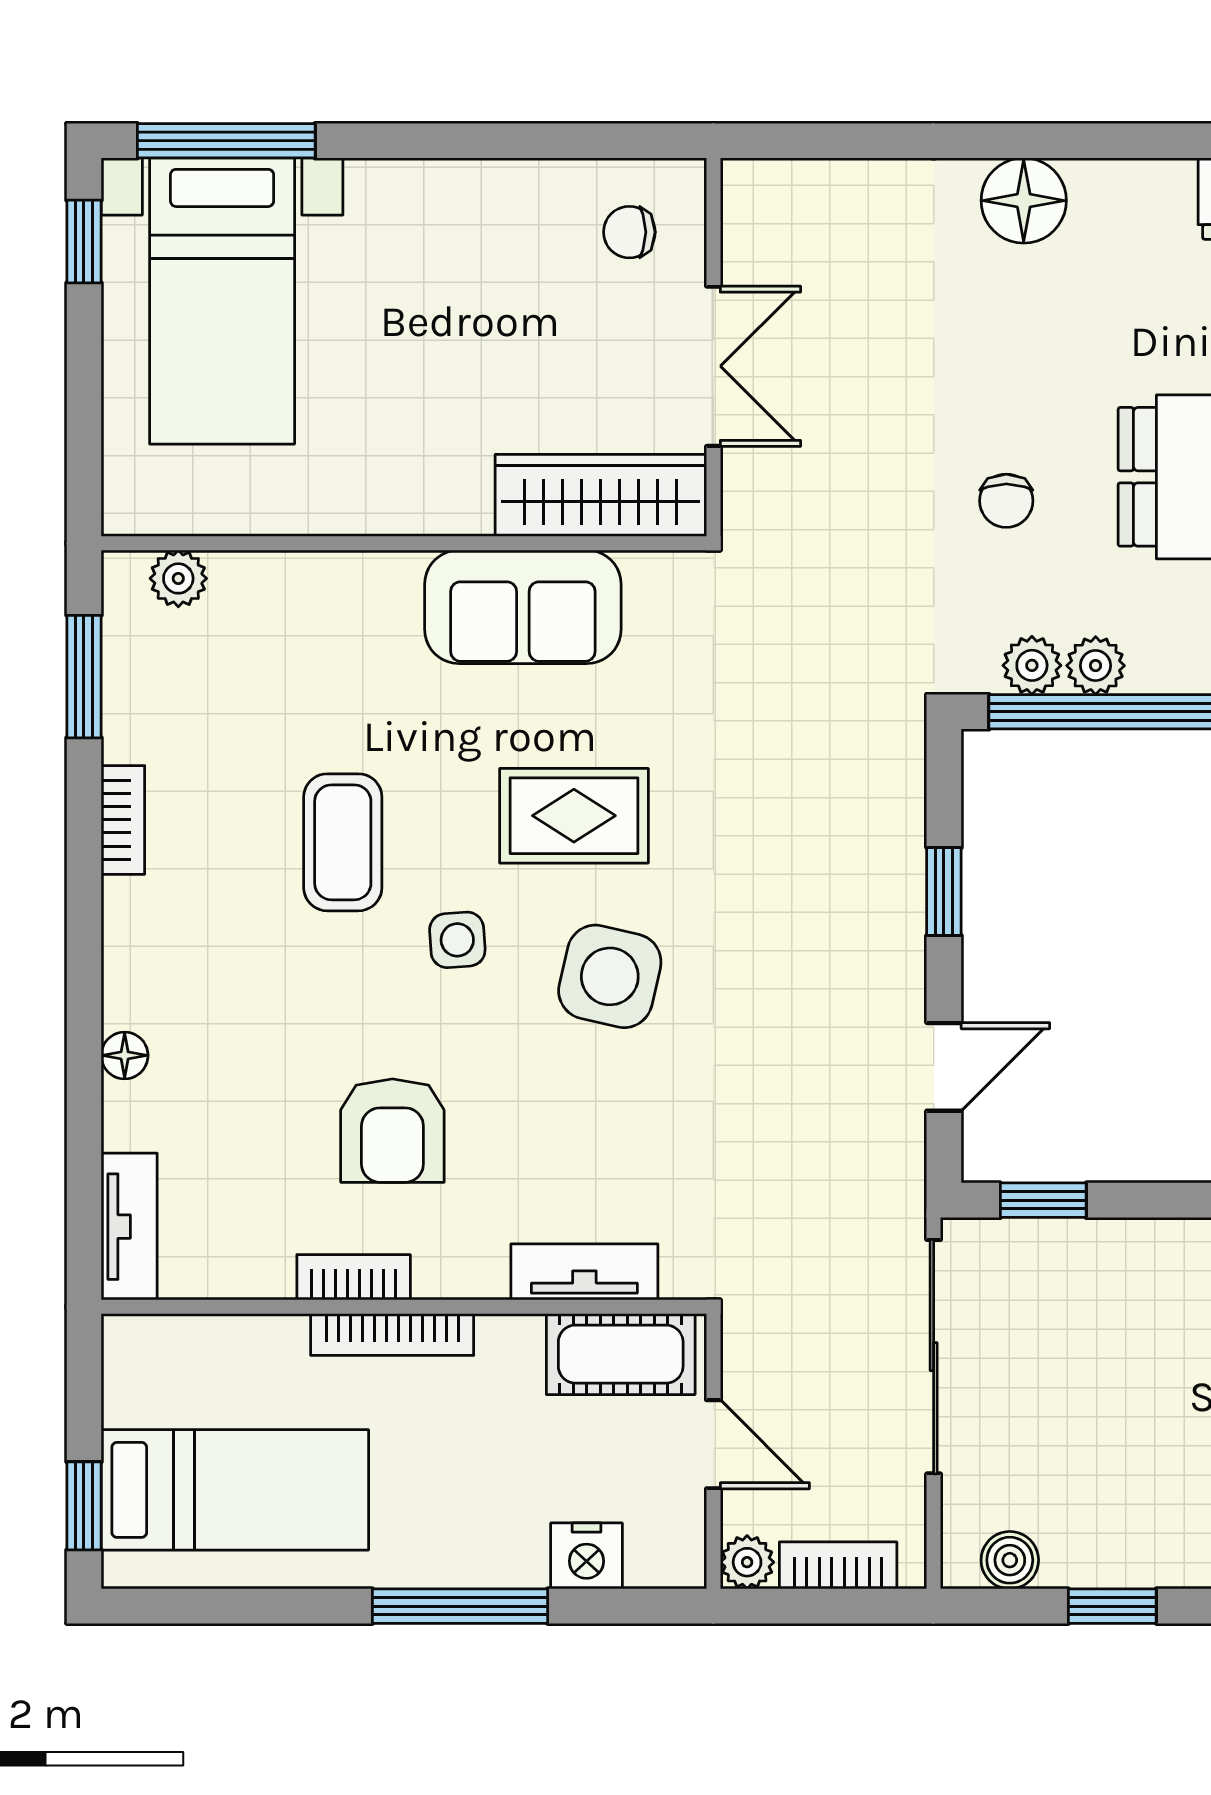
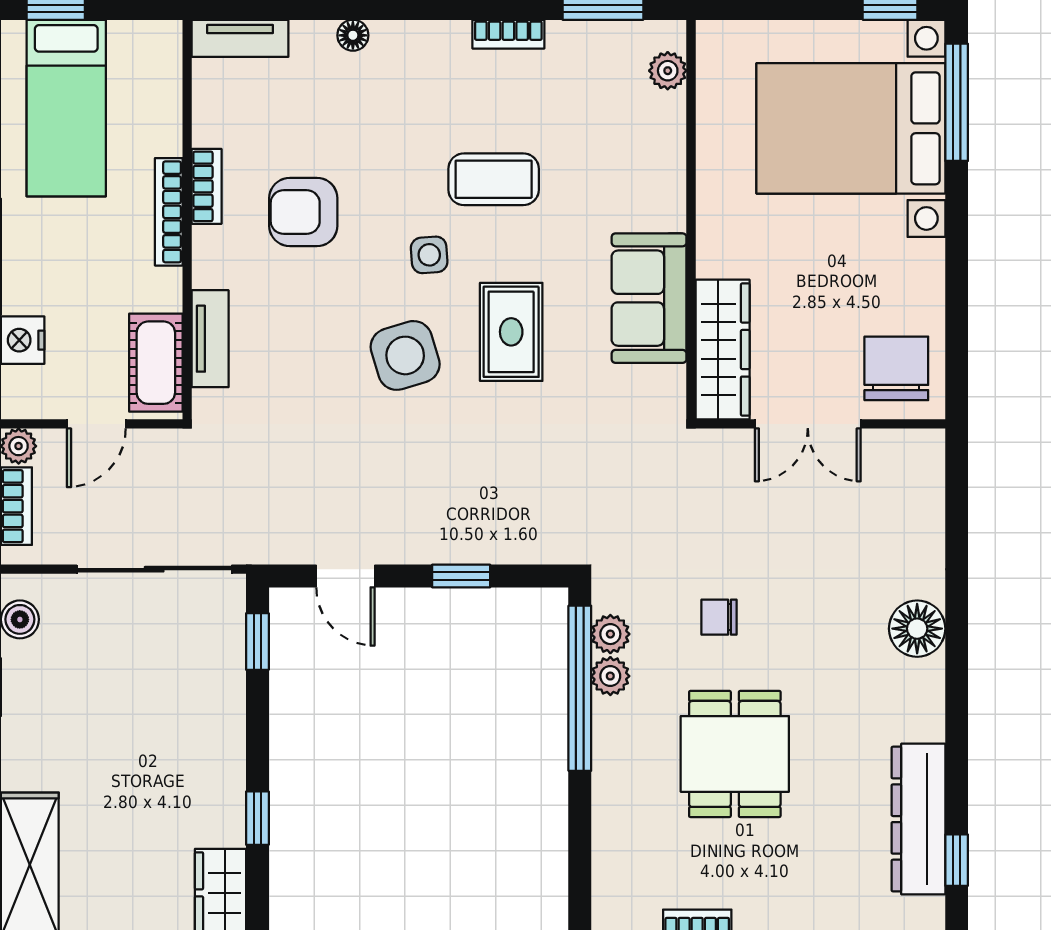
chair: (629, 232) -> (896, 368), width x1.87, depth x1.87
bed with nightstands: (222, 301) -> (851, 128), width x1.36
side table: (610, 976) -> (405, 355), turned -30

